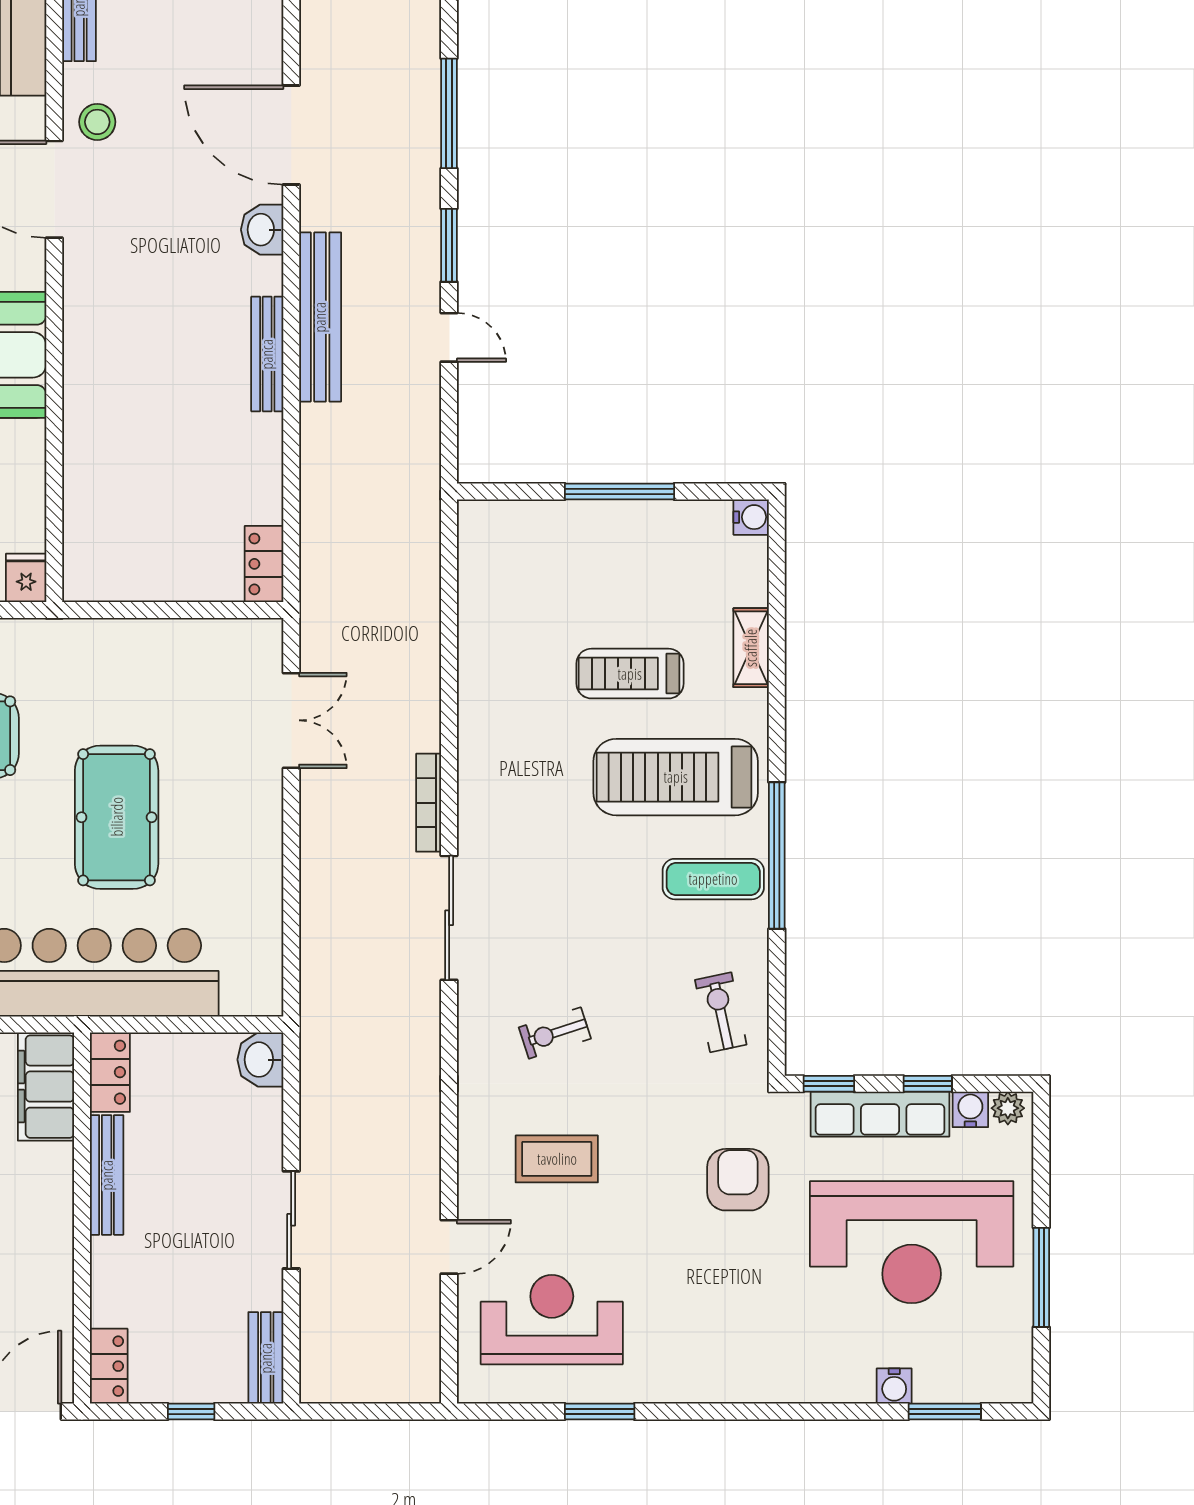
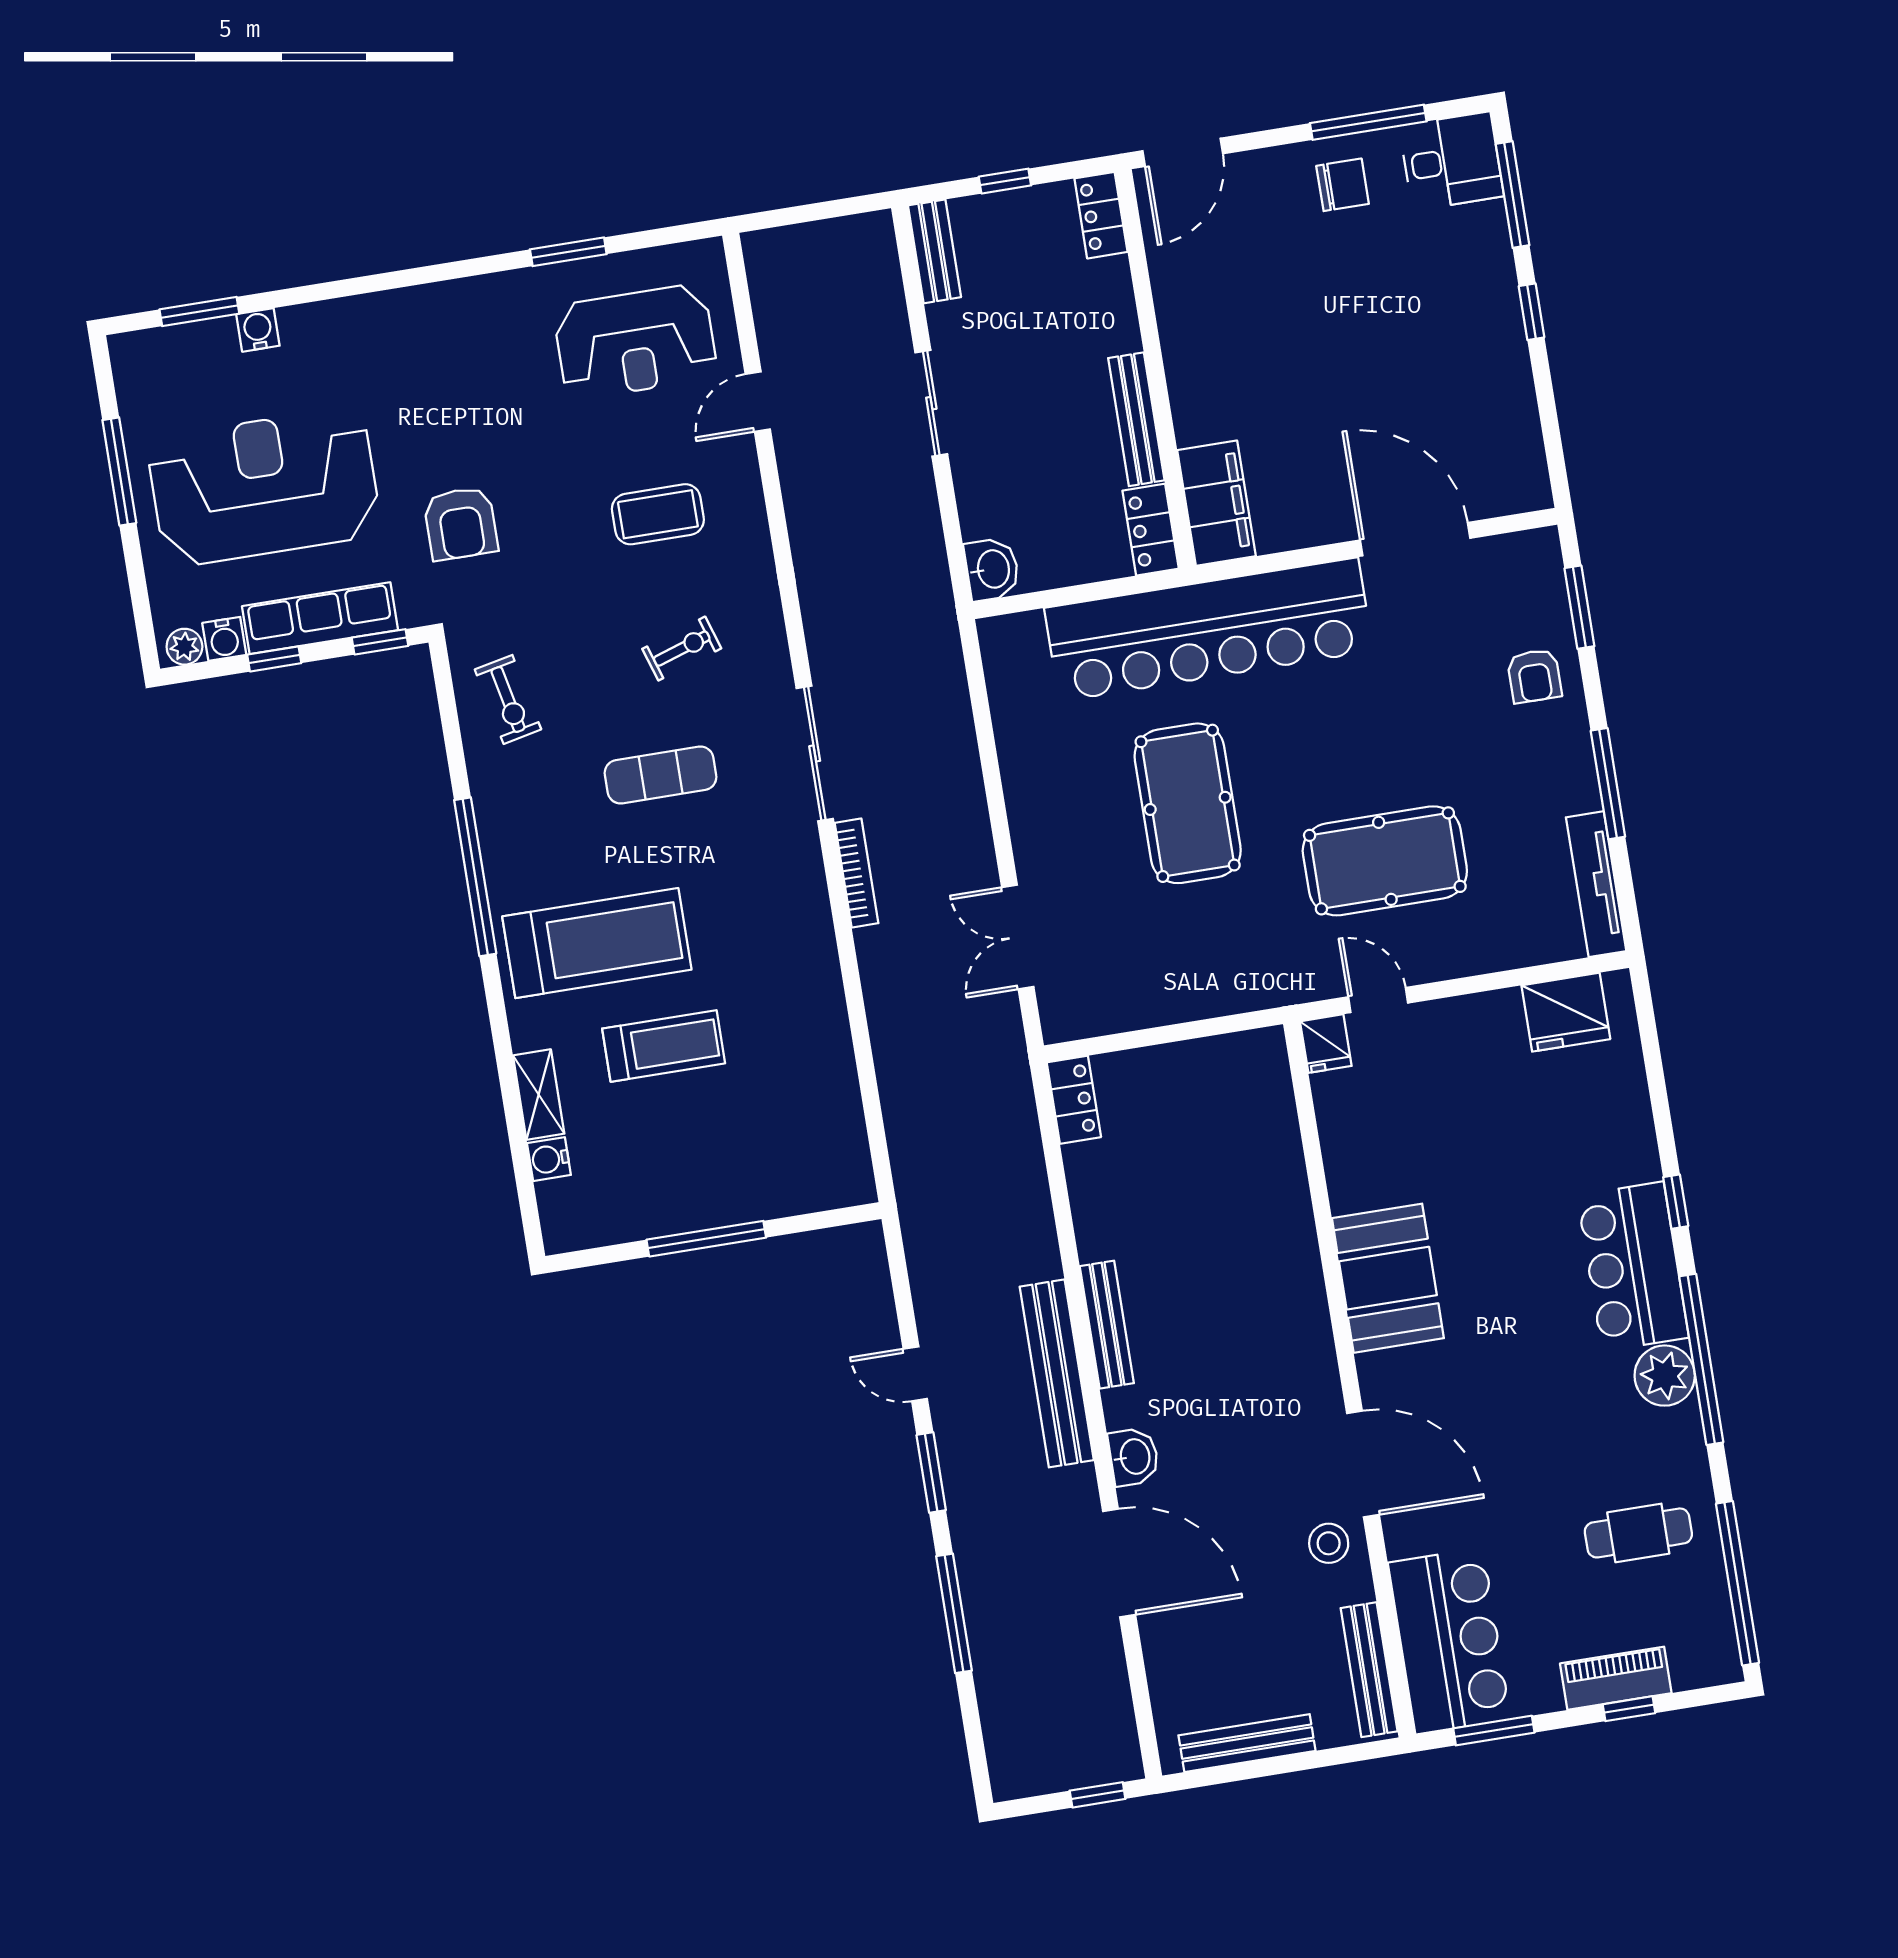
water cooler: (751, 517) -> (549, 1159), moved
exercise mat: (713, 879) -> (661, 775), moved

